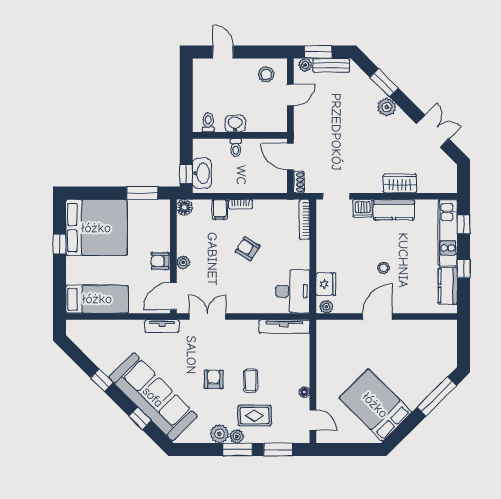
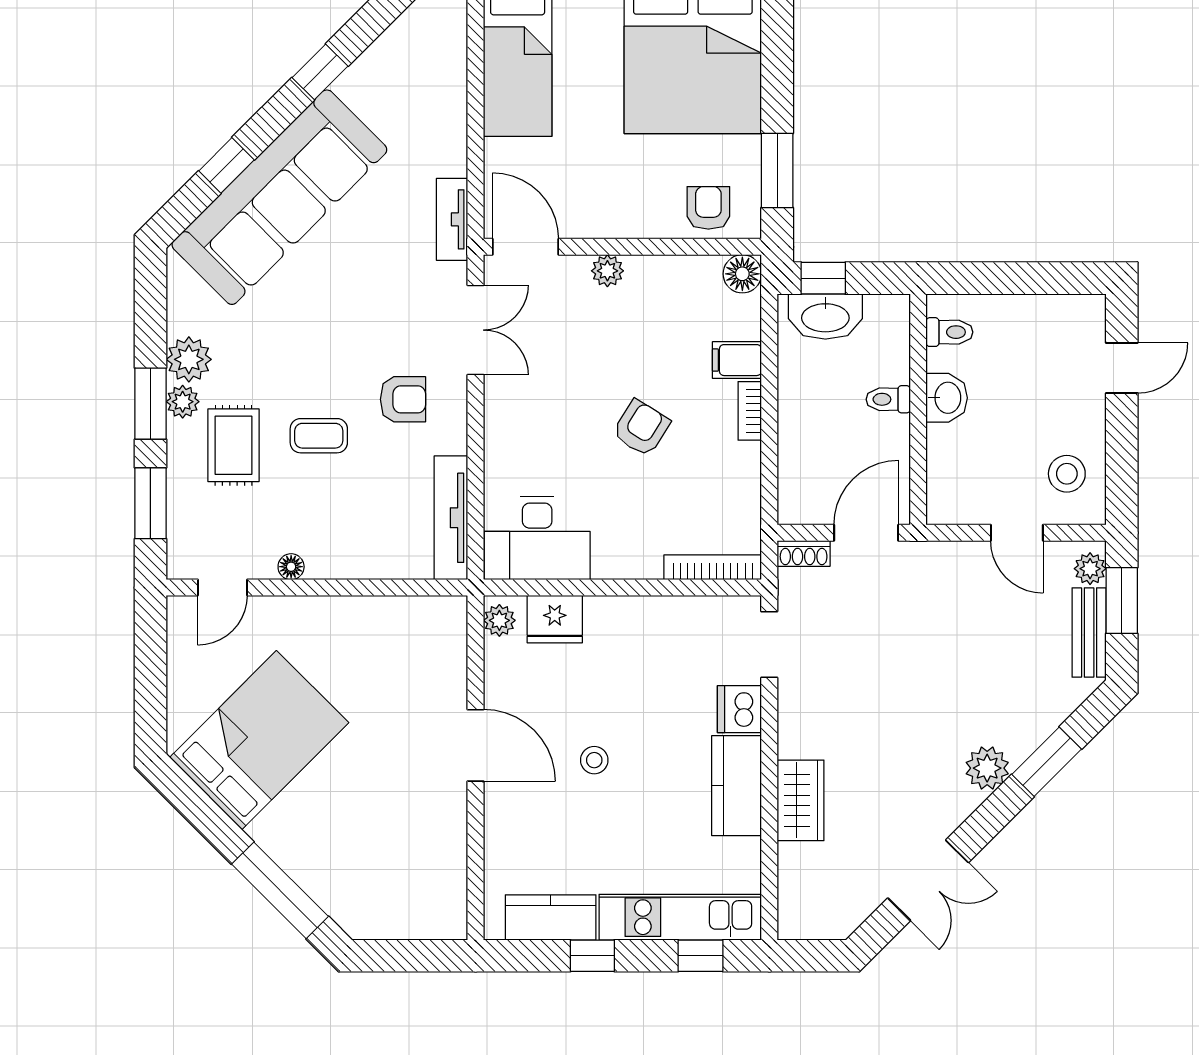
armchair: (160, 261) -> (708, 208), moved
armchair: (214, 379) -> (403, 399), moved

